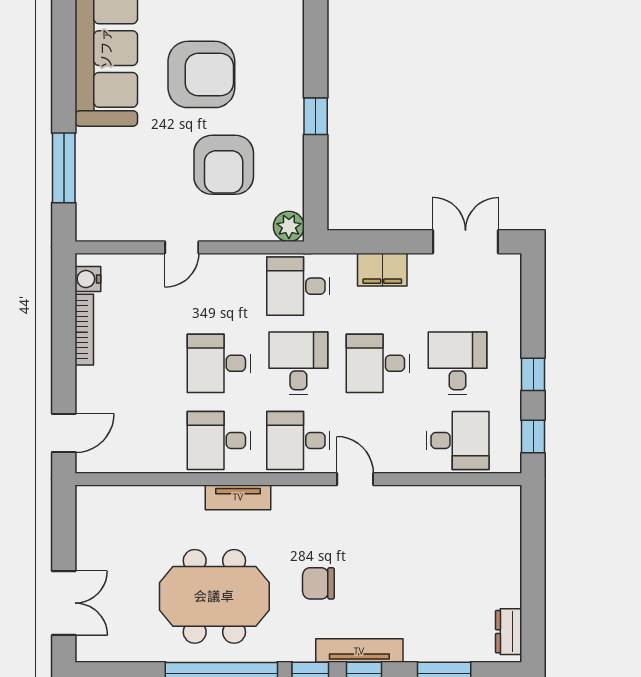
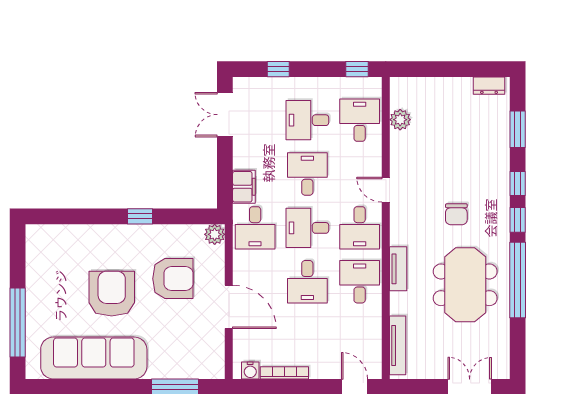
door: (182, 247) -> (229, 307), width x1.88
filing cabinet: (382, 270) -> (244, 187), moved
desk: (378, 363) -> (307, 174), turned 180
window: (533, 374) -> (278, 69), moved
desk: (219, 441) -> (360, 282), turned 180
door: (355, 479) -> (386, 190), hinge flipped
plant: (458, 500) -> (400, 120), added
tv unit: (359, 651) -> (398, 345), moved, turned 180

